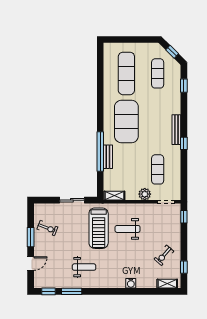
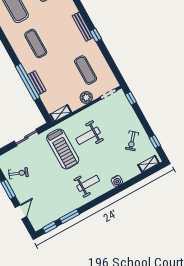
exercise mat: (126, 121) -> (36, 44), width x0.50, depth x0.69
weight bench: (84, 267) -> (88, 183), moved

